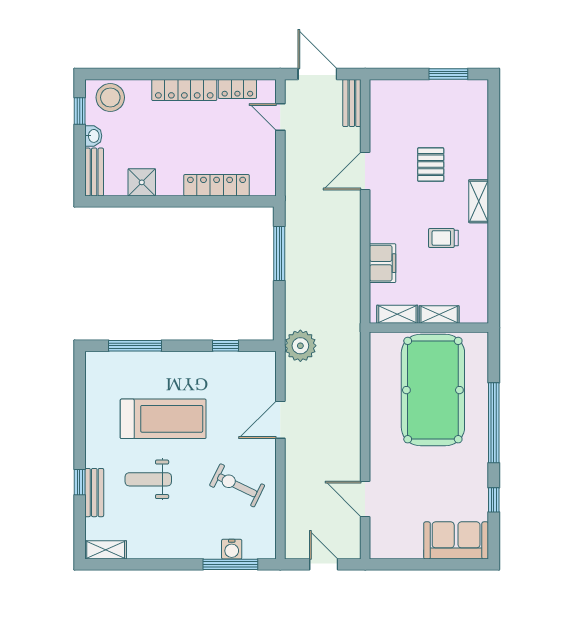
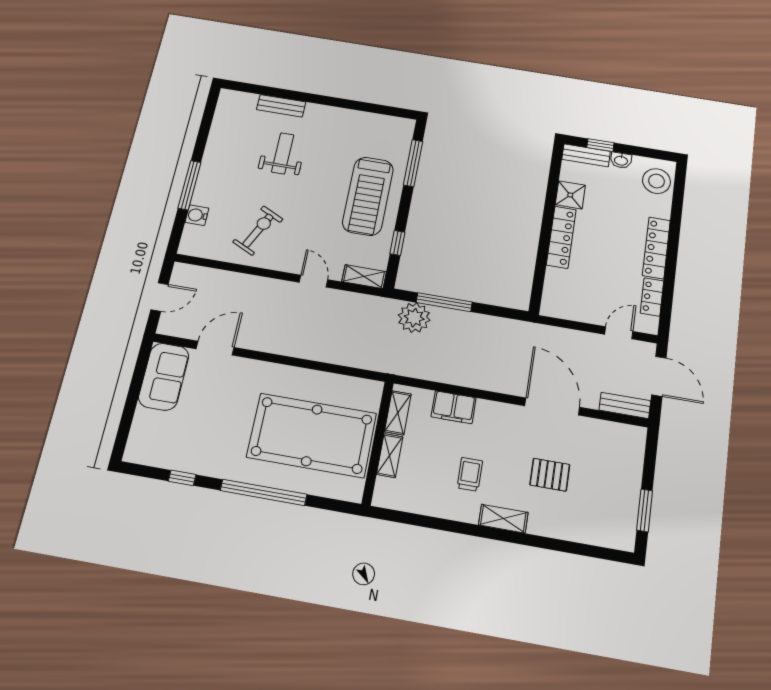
door: (317, 74) -> (659, 376), hinge flipped
window: (80, 111) -> (600, 145), moved
door: (365, 171) -> (552, 406), width x1.36
locker: (217, 185) -> (561, 237), moved
window: (279, 254) -> (444, 302), moved
plant: (300, 346) -> (414, 318), moved
treadmill: (163, 419) -> (368, 196), moved
door: (280, 420) -> (313, 281), width x0.73
window: (80, 482) -> (294, 95), removed
sofa: (456, 540) -> (164, 377), moved
shelving: (106, 550) -> (364, 277), moved, turned 90
window: (230, 564) -> (190, 185), moved

